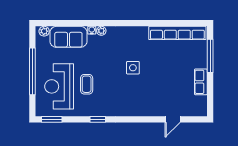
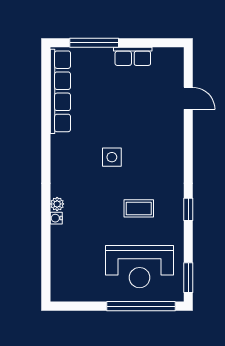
plant: (44, 31) -> (58, 289), removed
sofa: (68, 37) -> (66, 253), removed
window: (32, 71) -> (141, 306), moved
coffee table: (87, 84) -> (139, 208), moved

